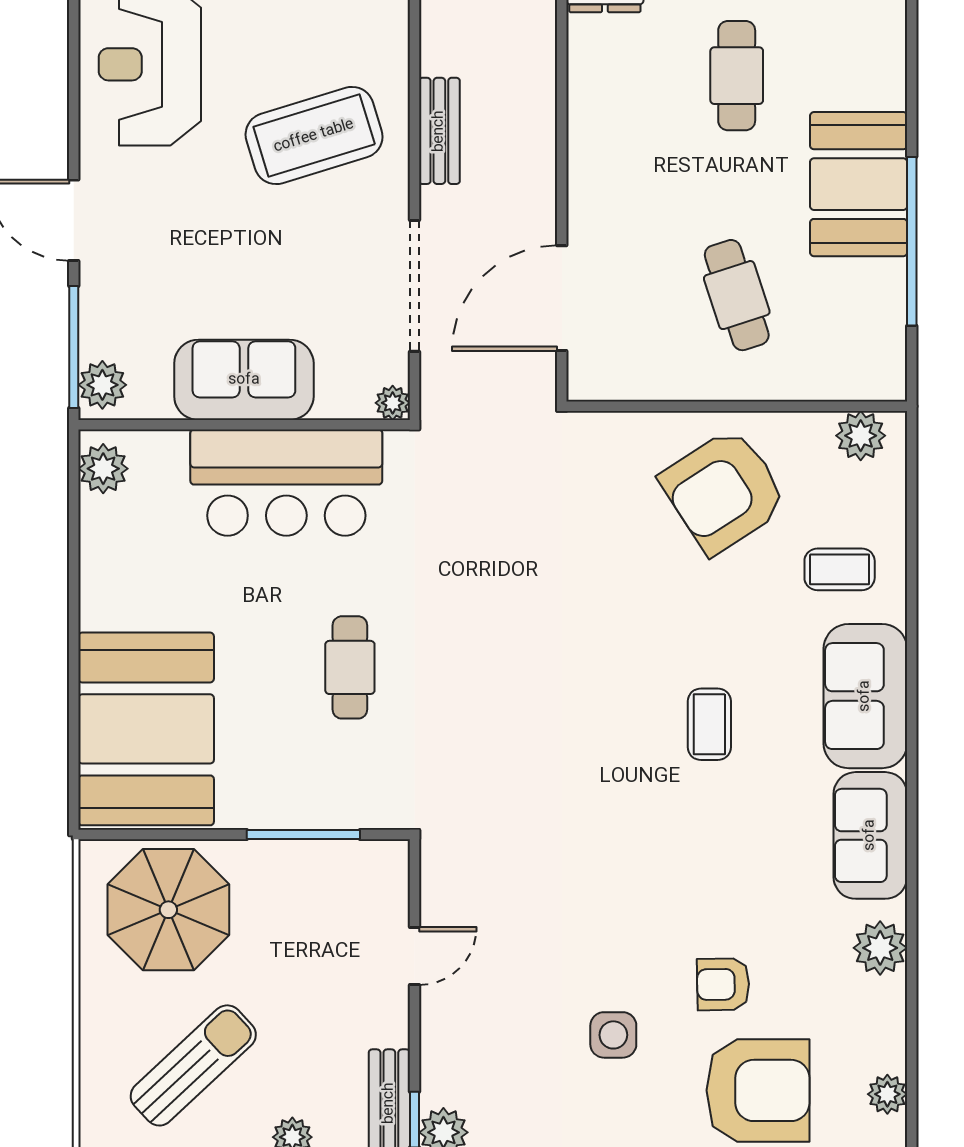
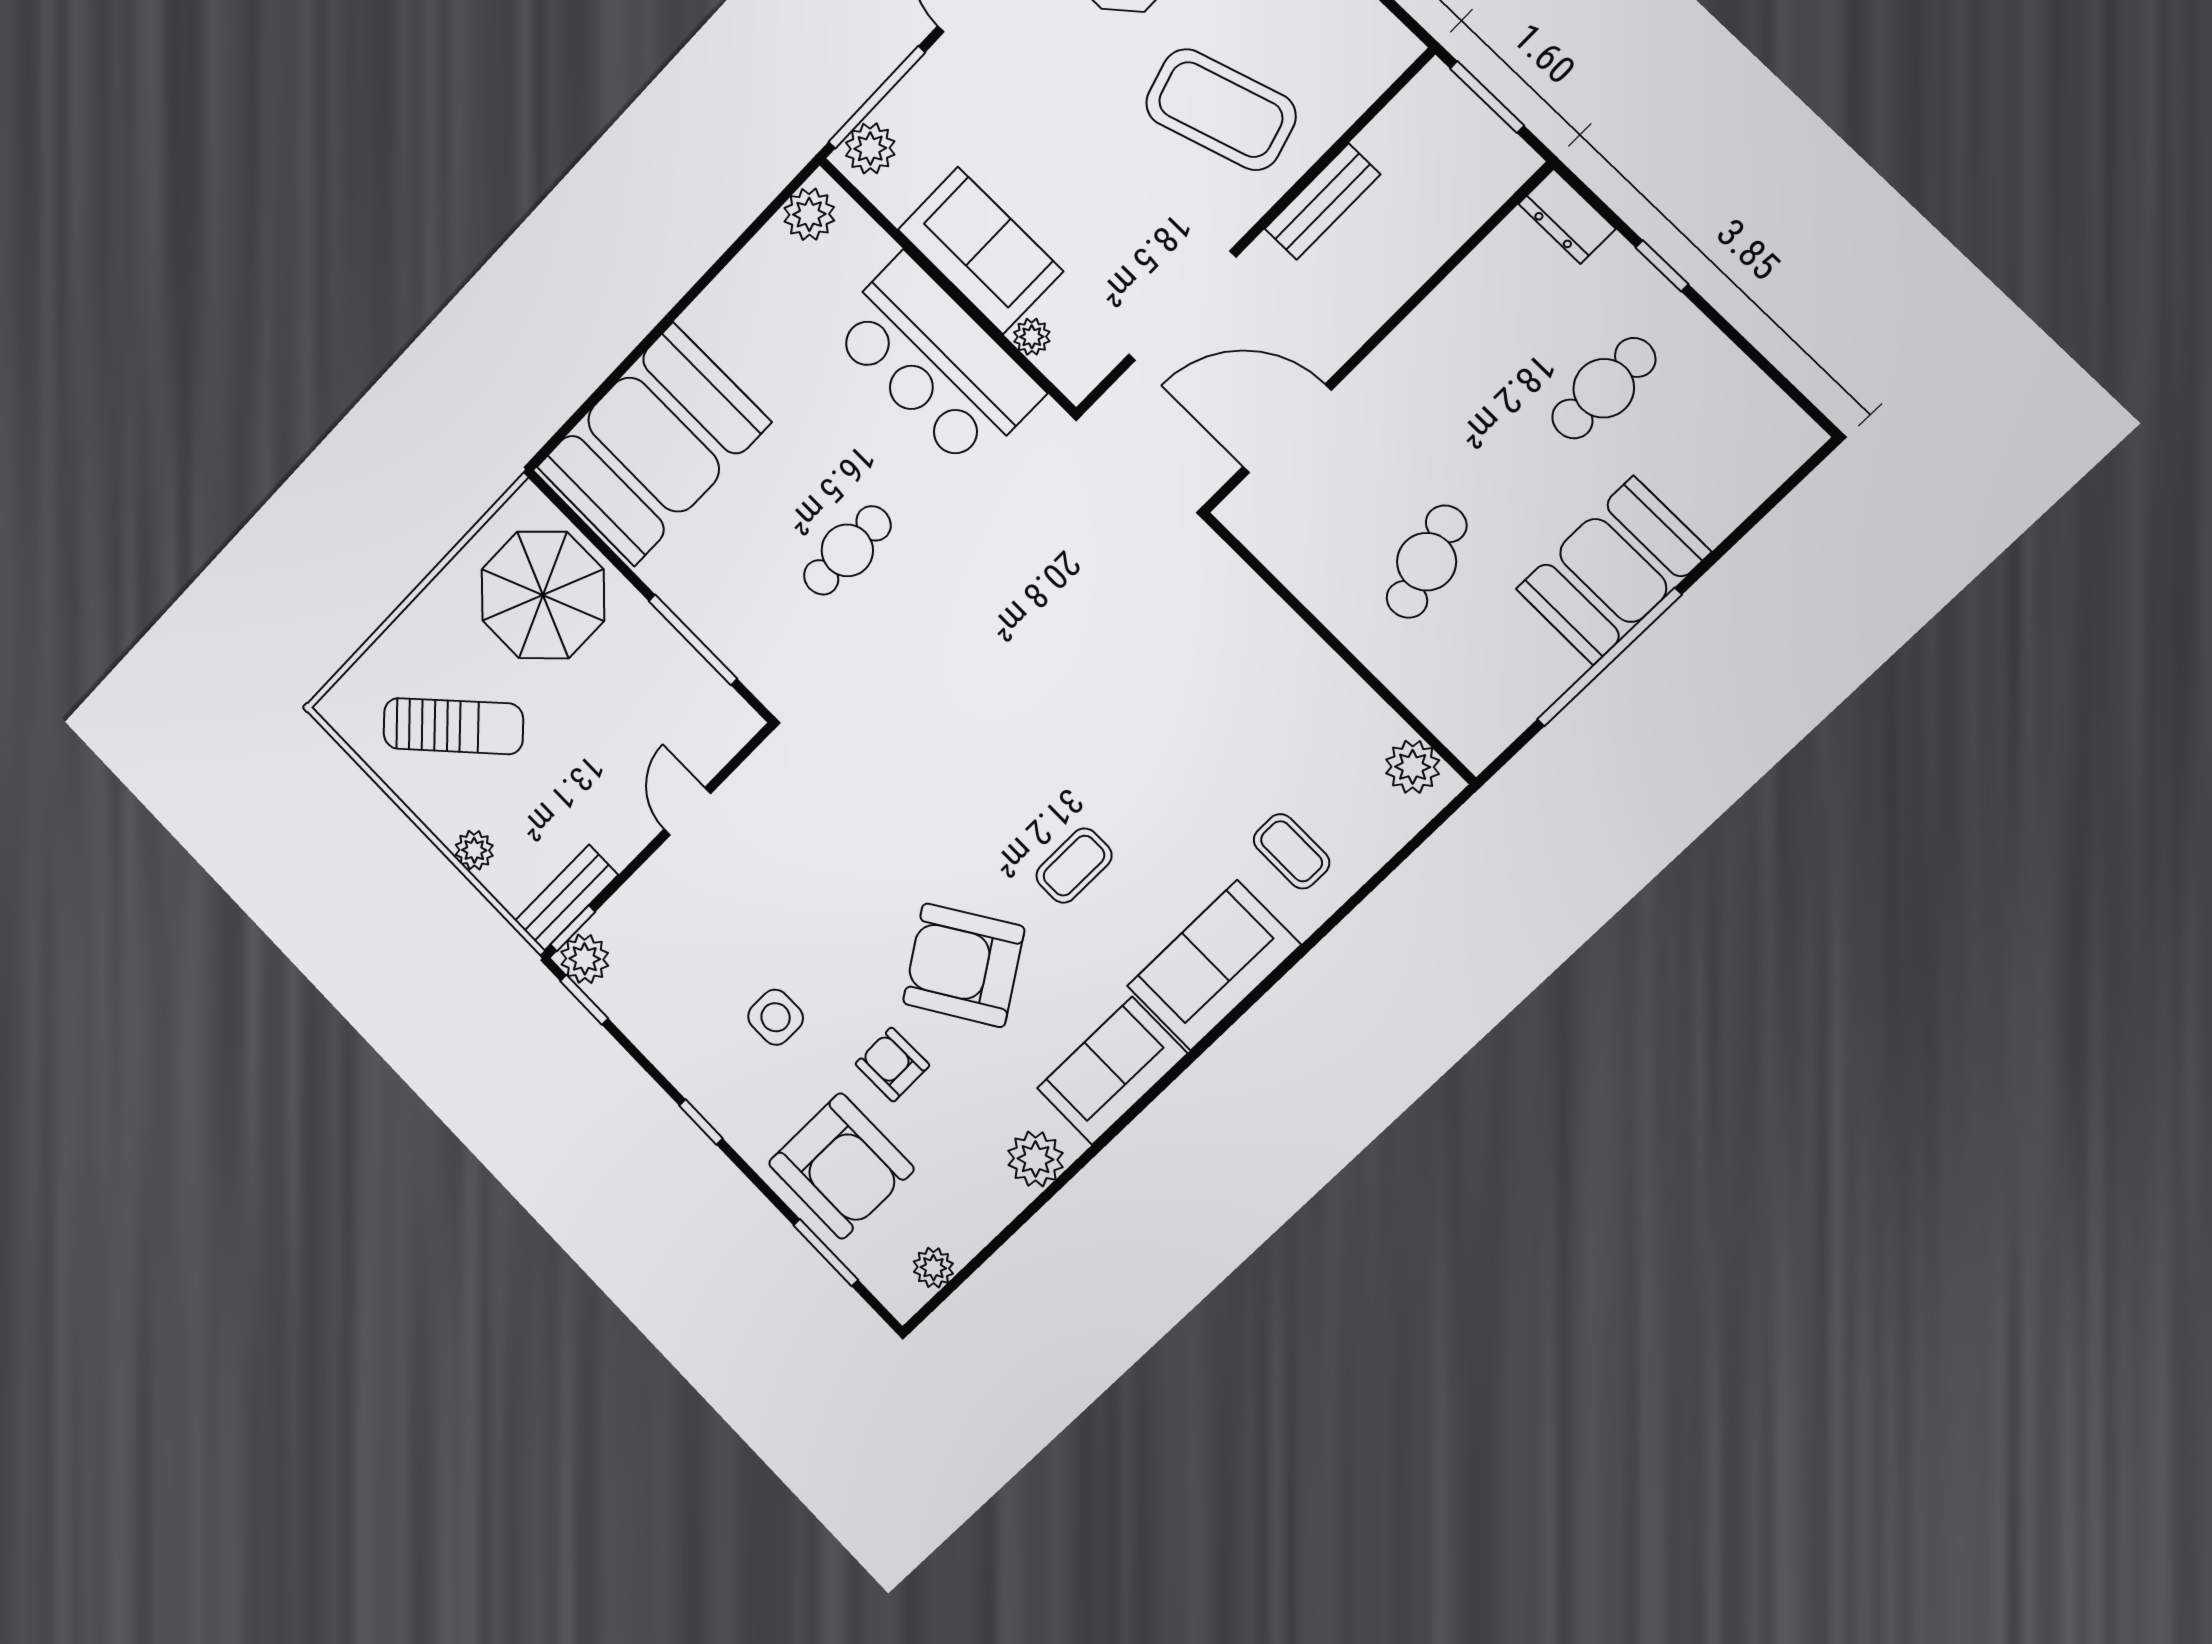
plant: (393, 403) -> (1032, 337), moved
armchair: (724, 491) -> (964, 965), moved
door: (414, 956) -> (687, 811), swing flipped

